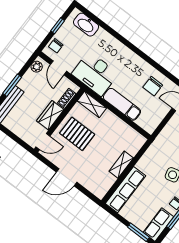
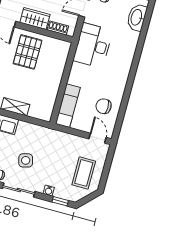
shelving: (92, 104) -> (62, 55), removed
exam couch: (122, 104) -> (68, 106), moved

